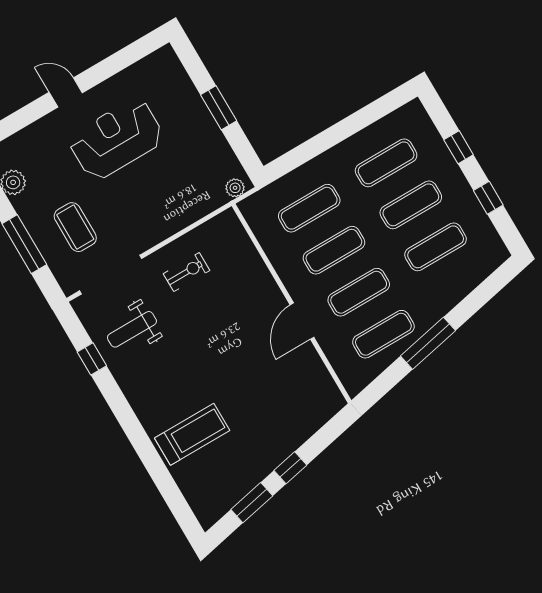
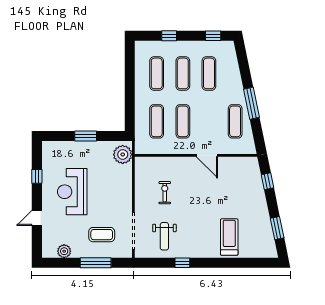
window: (107, 68) -> (37, 176), added
door: (66, 92) -> (37, 218), moved
plant: (235, 188) -> (123, 154), width x1.88, depth x1.88
window: (488, 198) -> (213, 36), moved
exercise bike: (186, 272) -> (165, 193), moved
exercise mat: (359, 292) -> (209, 121), removed
window: (92, 359) -> (182, 263), moved
window: (290, 468) -> (267, 181), moved

